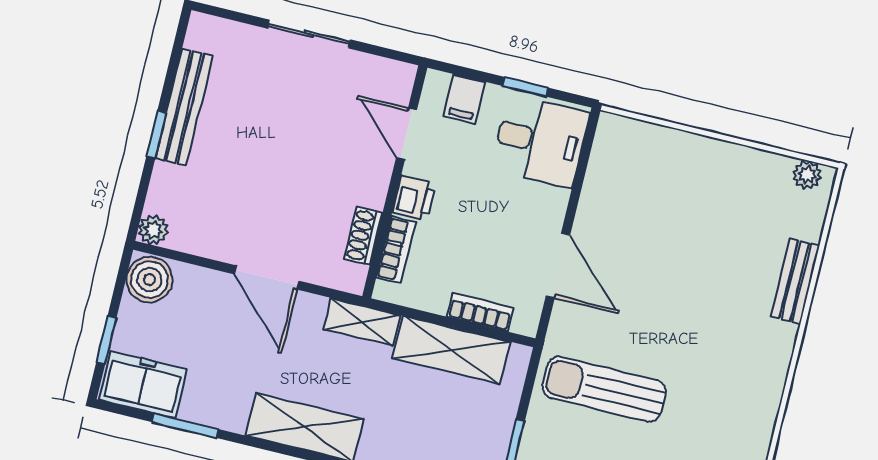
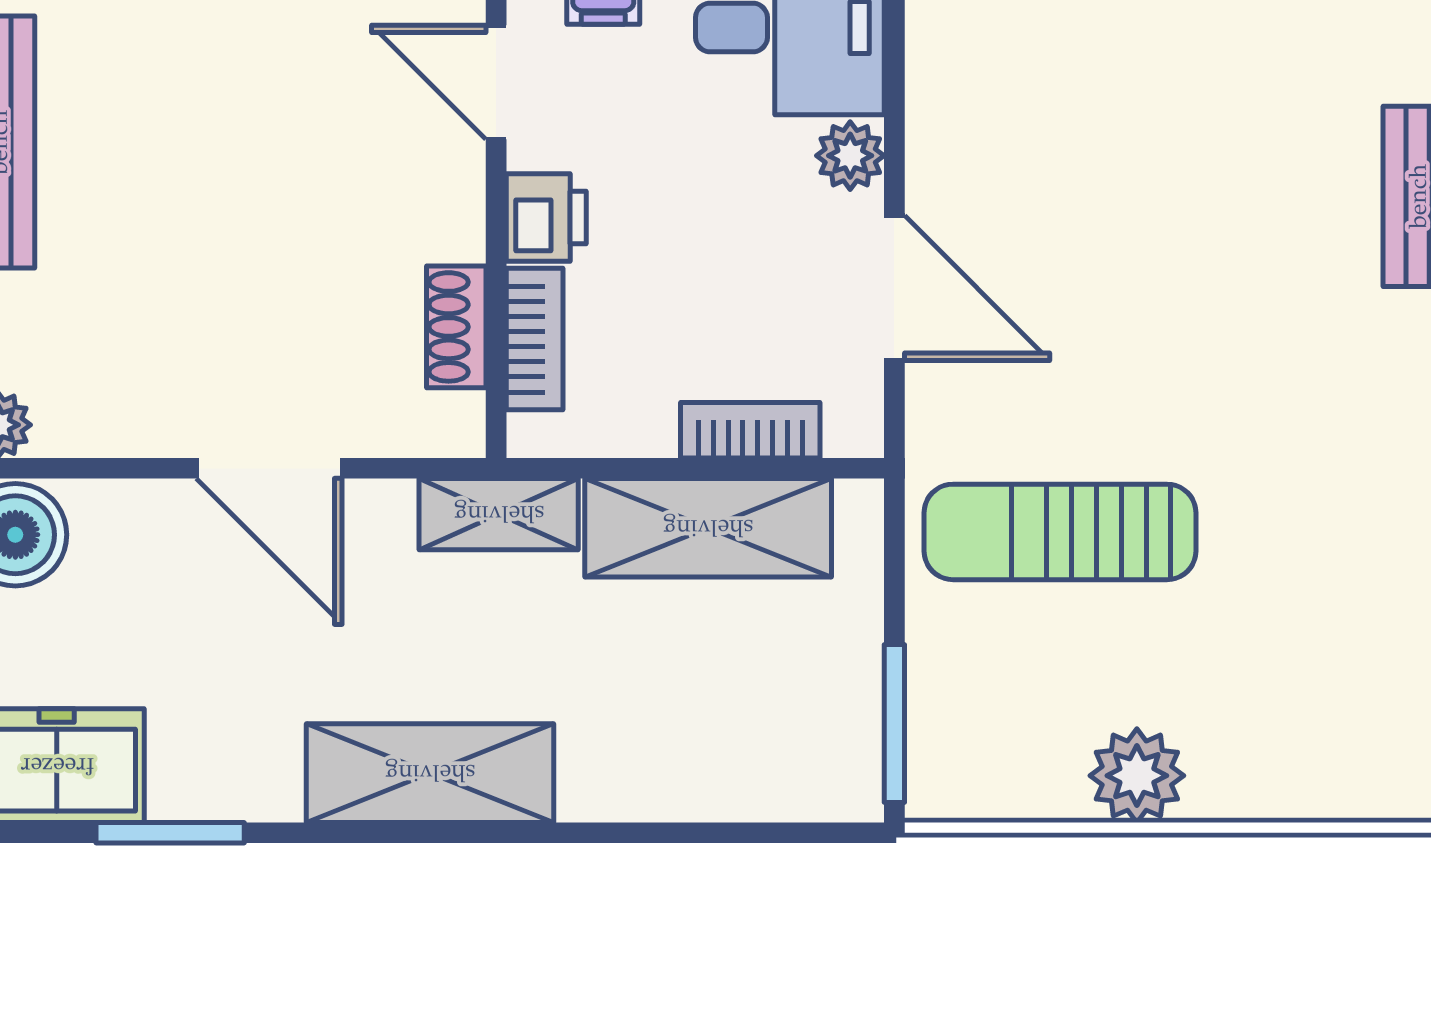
plant: (553, 203) -> (850, 156), added

